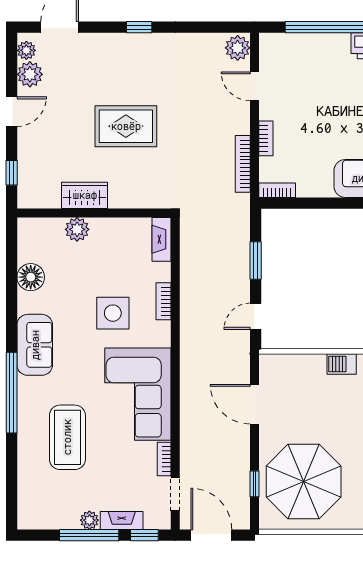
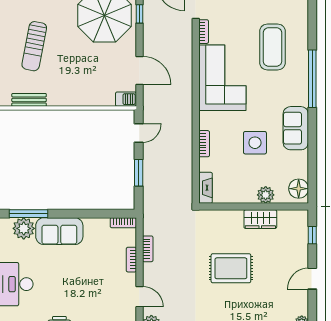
plant: (30, 74) -> (299, 305), removed
bookcase: (243, 164) -> (148, 249), width x0.64
floor lamp: (31, 277) -> (299, 189), moved
side table: (113, 313) -> (255, 143), moved
sofa: (35, 345) -> (296, 128), moved
barbecue: (342, 364) -> (126, 99), moved

